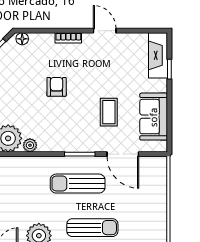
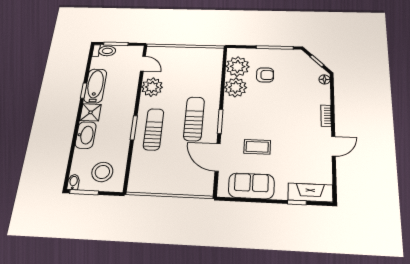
armchair: (57, 87) -> (265, 75), moved
plant: (30, 145) -> (236, 87), width x1.88, depth x1.88
door: (123, 154) -> (218, 157), hinge flipped
sun lounger: (92, 228) -> (154, 129), turned 180

